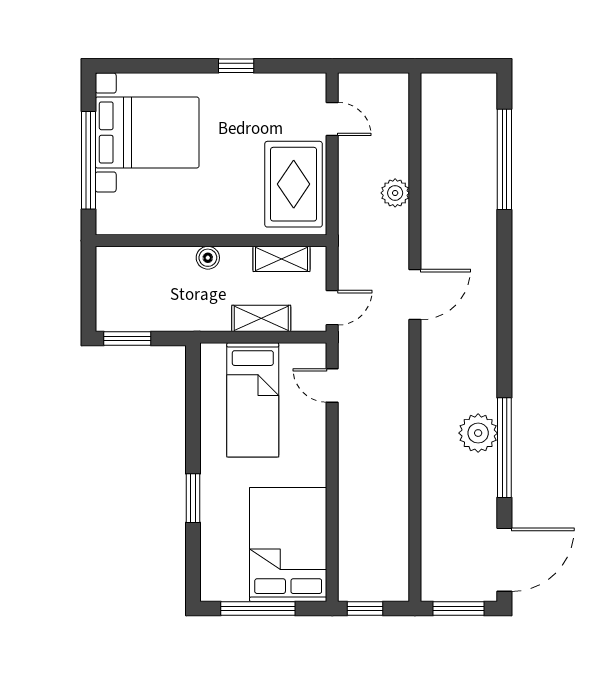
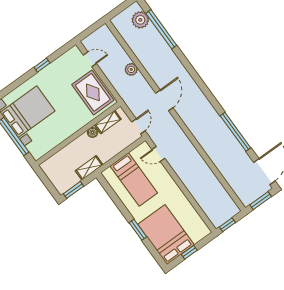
boiler: (208, 258) -> (93, 132), moved
shelving: (261, 318) -> (89, 168), moved
plant: (478, 433) -> (140, 20), moved
bed: (288, 544) -> (166, 235), moved
window: (258, 608) -> (189, 252), width x0.46

